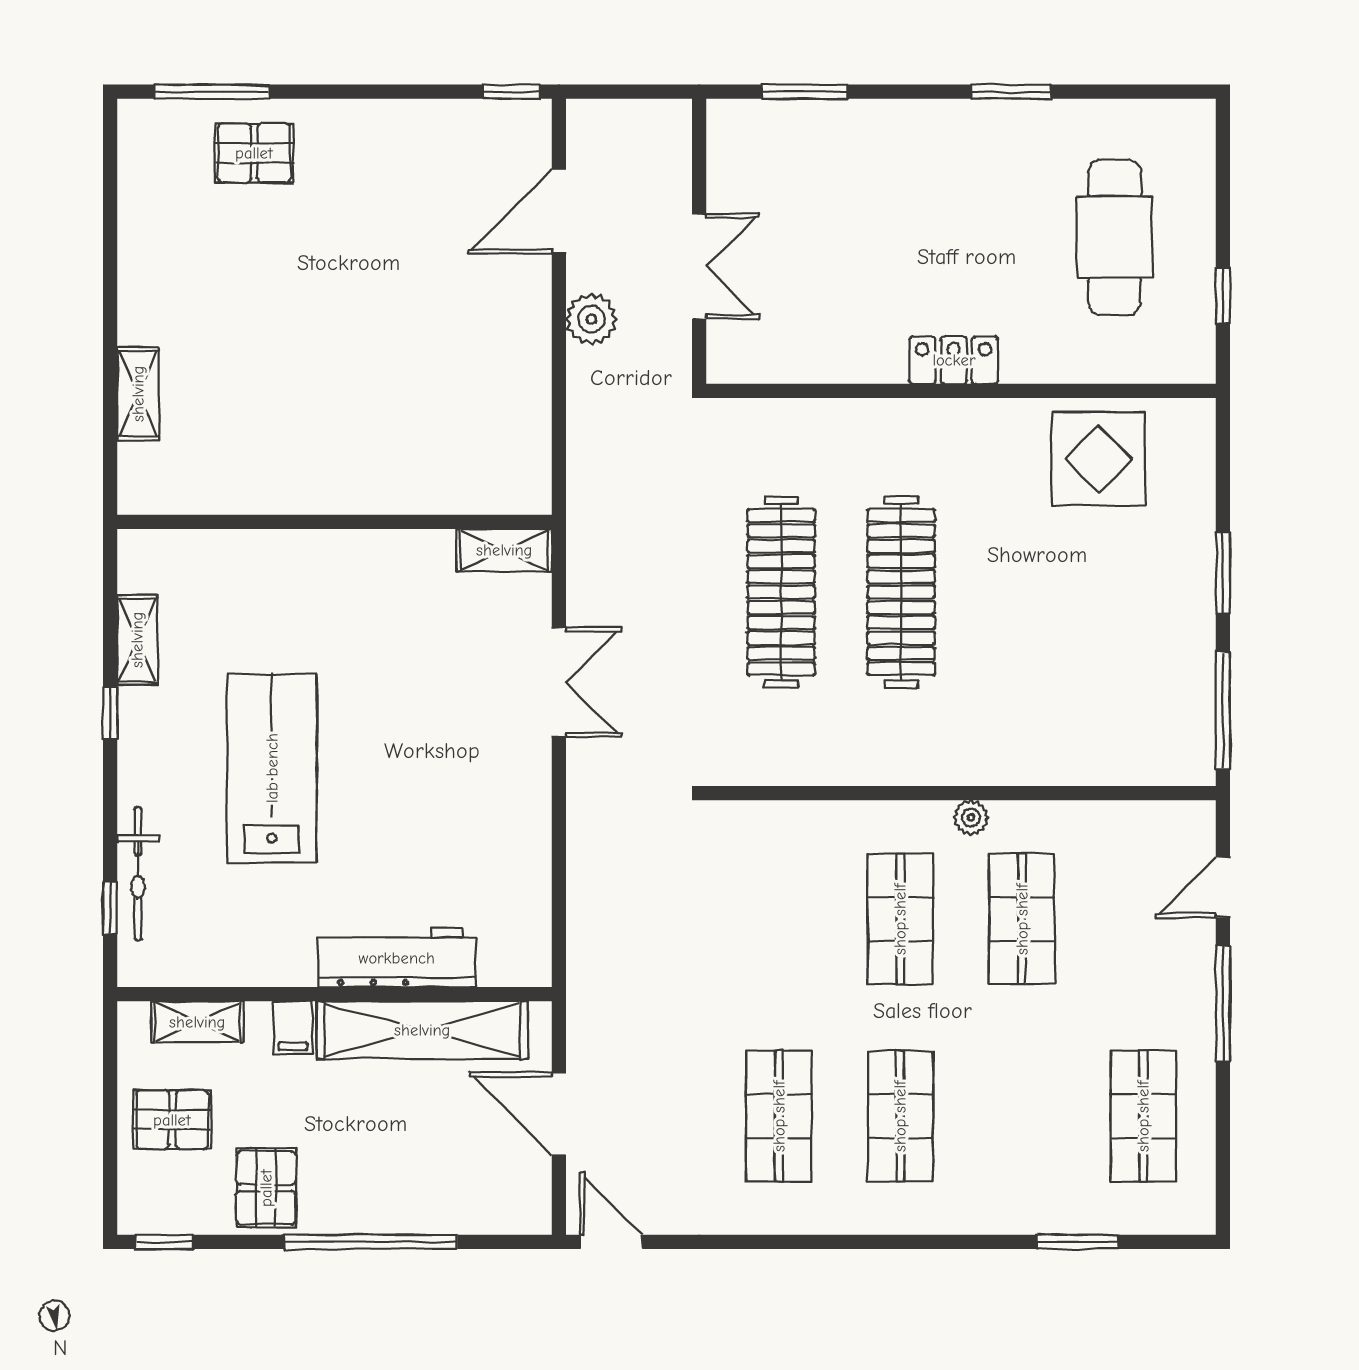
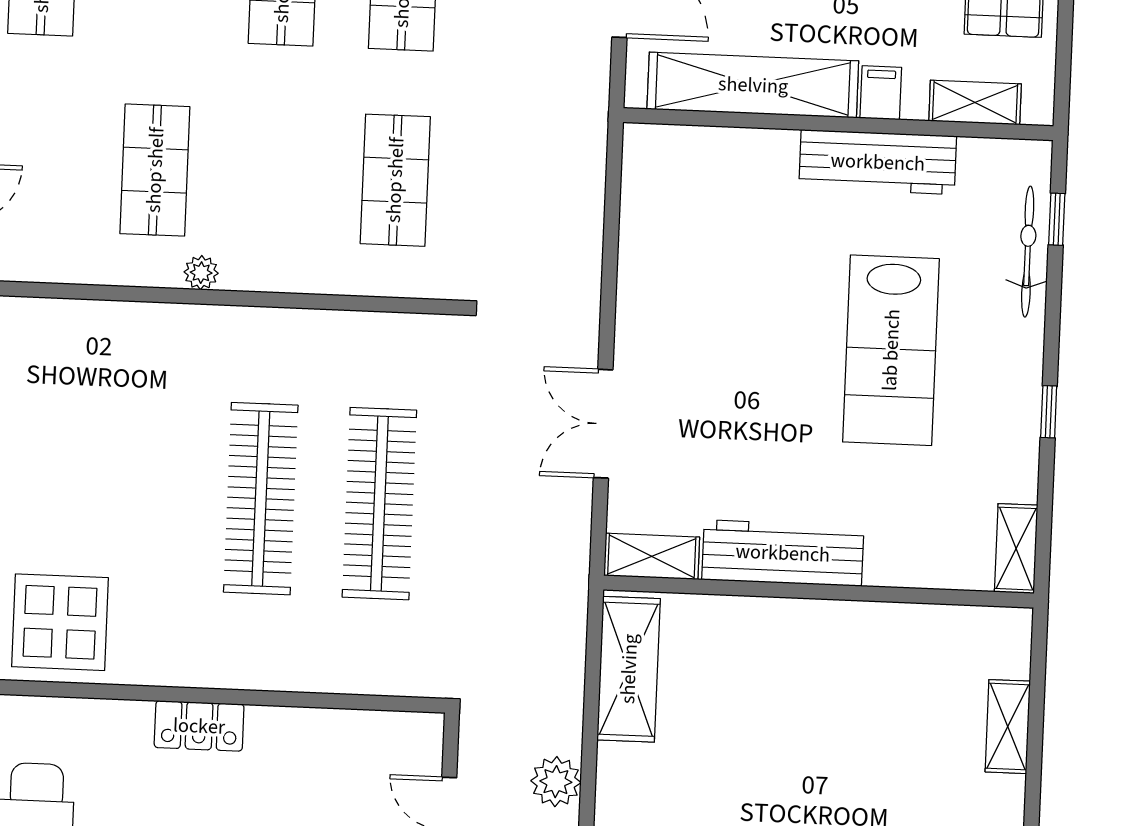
shelving: (523, 435) -> (629, 669), added
workbench: (372, 559) -> (783, 553), added
shelving: (137, 640) -> (1016, 549), moved
shop shelf: (900, 919) -> (395, 180), moved
workbench: (397, 958) -> (878, 162), moved

